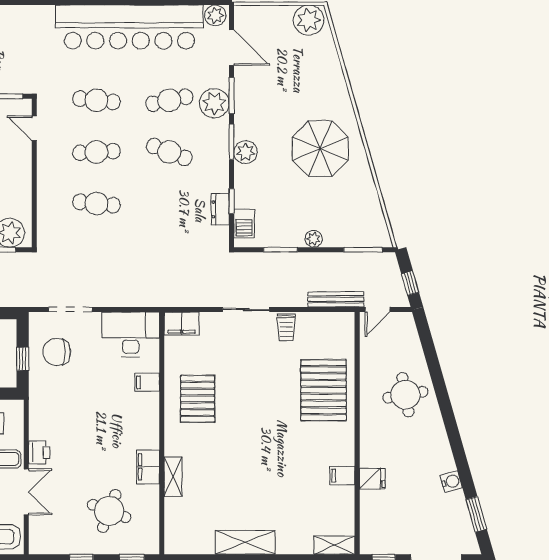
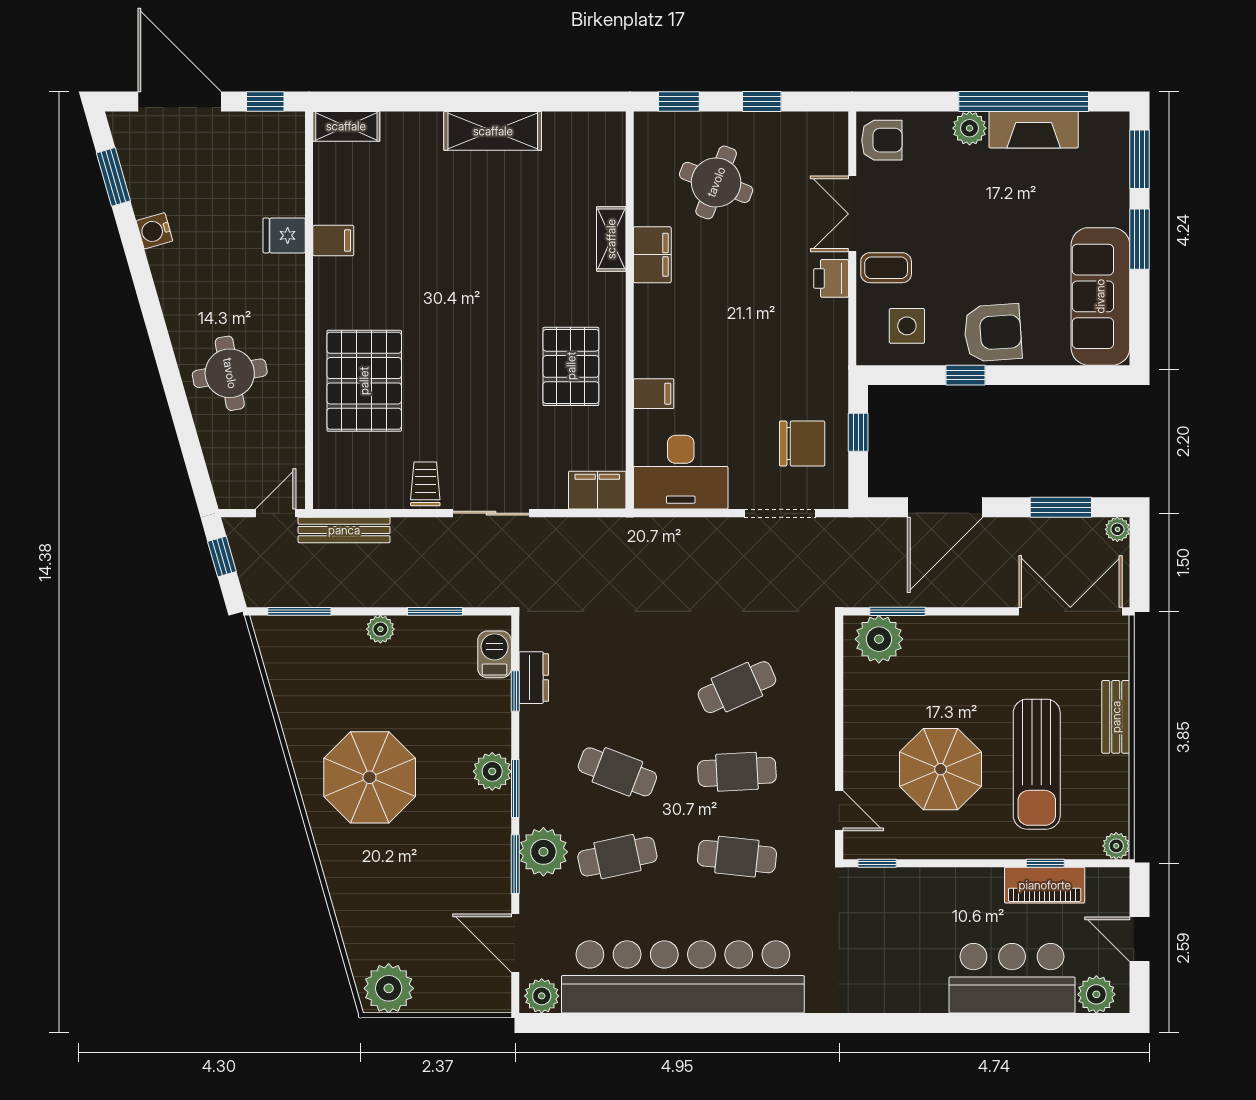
cafe table: (96, 204) -> (737, 687), turned -30

